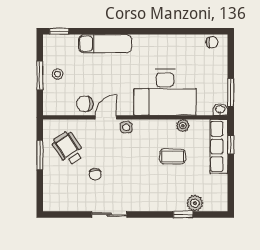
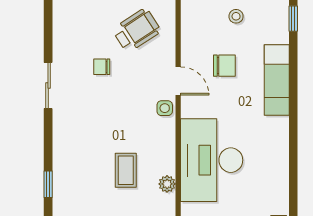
chair: (85, 104) -> (224, 66), moved, turned 90
plant: (195, 203) -> (63, 200), removed

